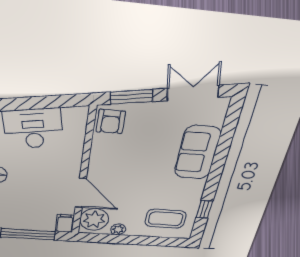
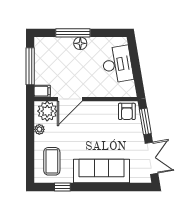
armchair: (111, 121) -> (127, 111), turned -90
sofa: (197, 153) -> (102, 171), width x1.36

